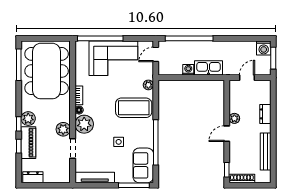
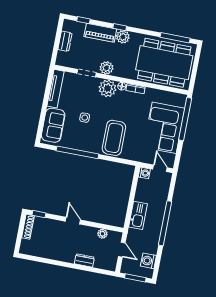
window: (189, 38) -> (165, 223), moved
washing machine: (264, 48) -> (148, 261), moved
washing machine: (188, 70) -> (144, 173), moved
plant: (148, 85) -> (133, 156), removed
plant: (234, 118) -> (102, 234), moved
window: (19, 146) -> (83, 20), moved
bench: (266, 151) -> (49, 254), removed
sofa: (143, 165) -> (53, 125), moved, turned 90
dresser: (33, 177) -> (65, 41), moved
window: (134, 185) -> (41, 124), removed

